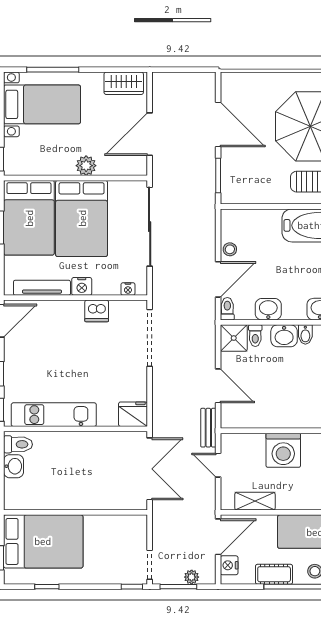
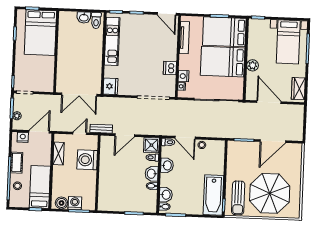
nightstand: (82, 286) -> (184, 76), moved
washing machine: (283, 450) -> (87, 160), moved
door: (218, 537) -> (39, 132), swing flipped

